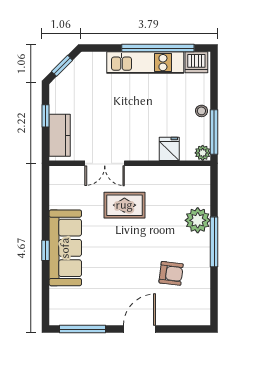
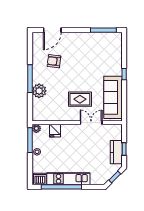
kitchen counter: (60, 135) -> (116, 152), moved
sofa: (65, 248) -> (113, 97), moved
door: (139, 329) -> (52, 30), moved

